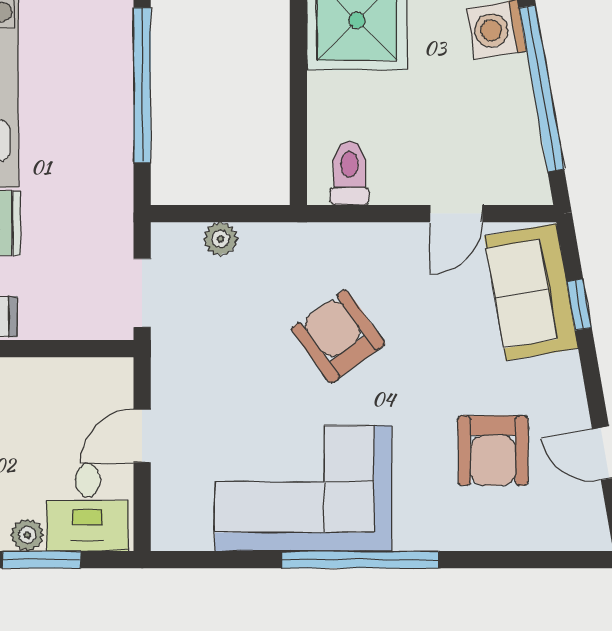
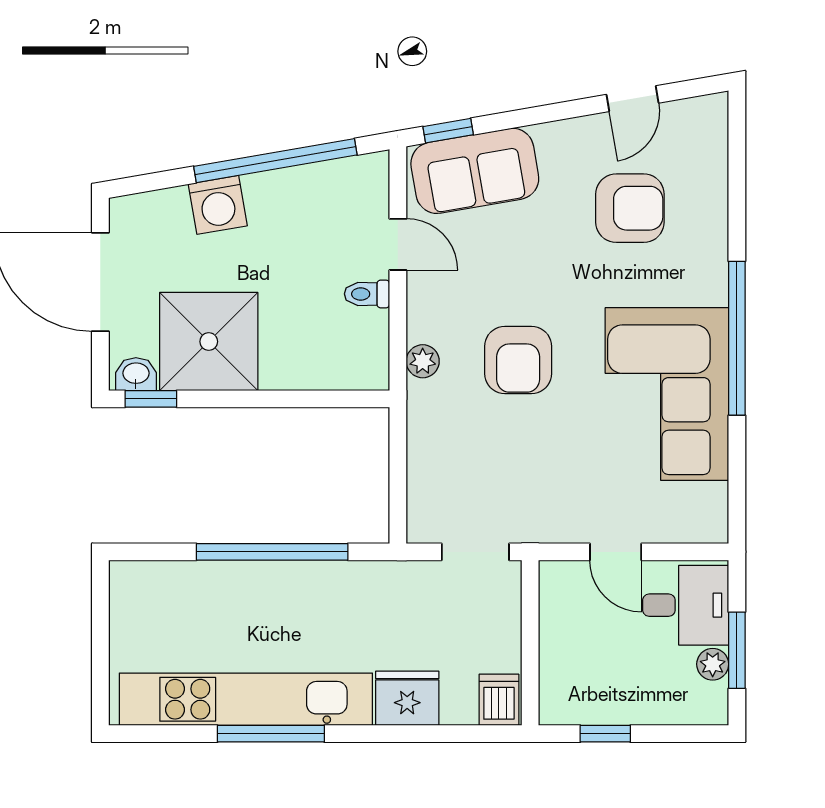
toilet: (350, 173) -> (367, 294), moved, width x0.73, depth x0.72
plant: (220, 239) -> (423, 361), moved
window: (579, 305) -> (448, 131), moved
armchair: (338, 336) -> (518, 360), turned -54

